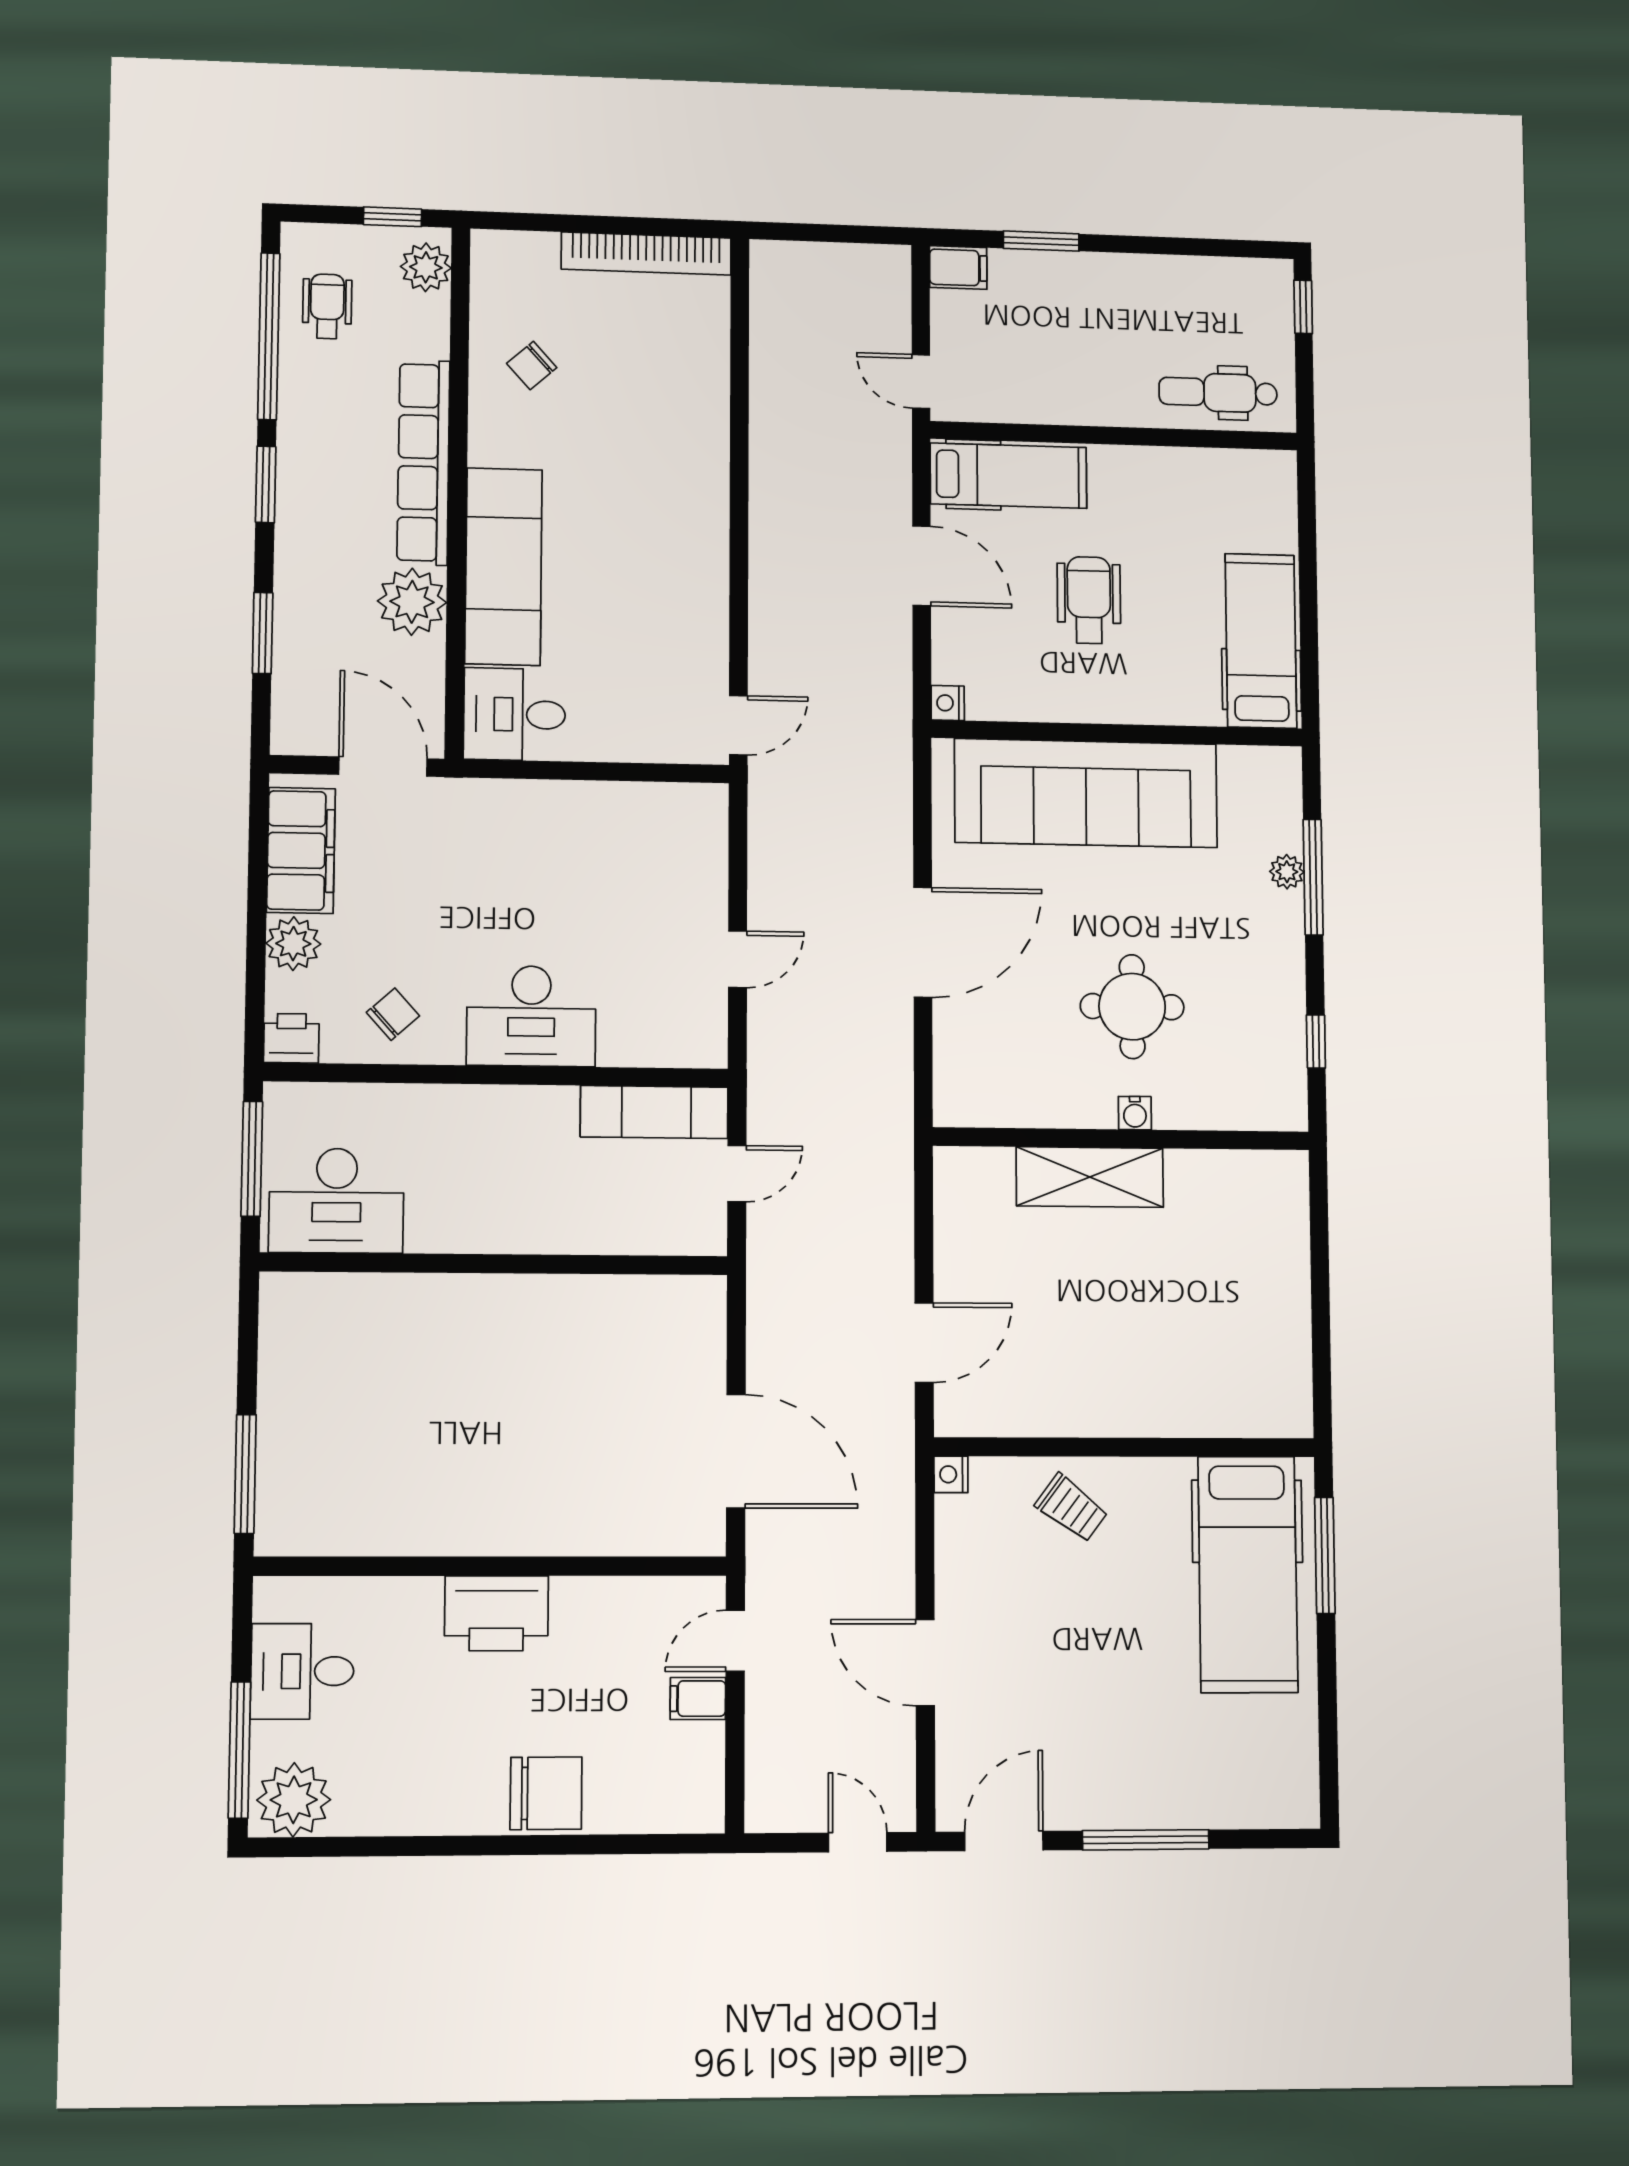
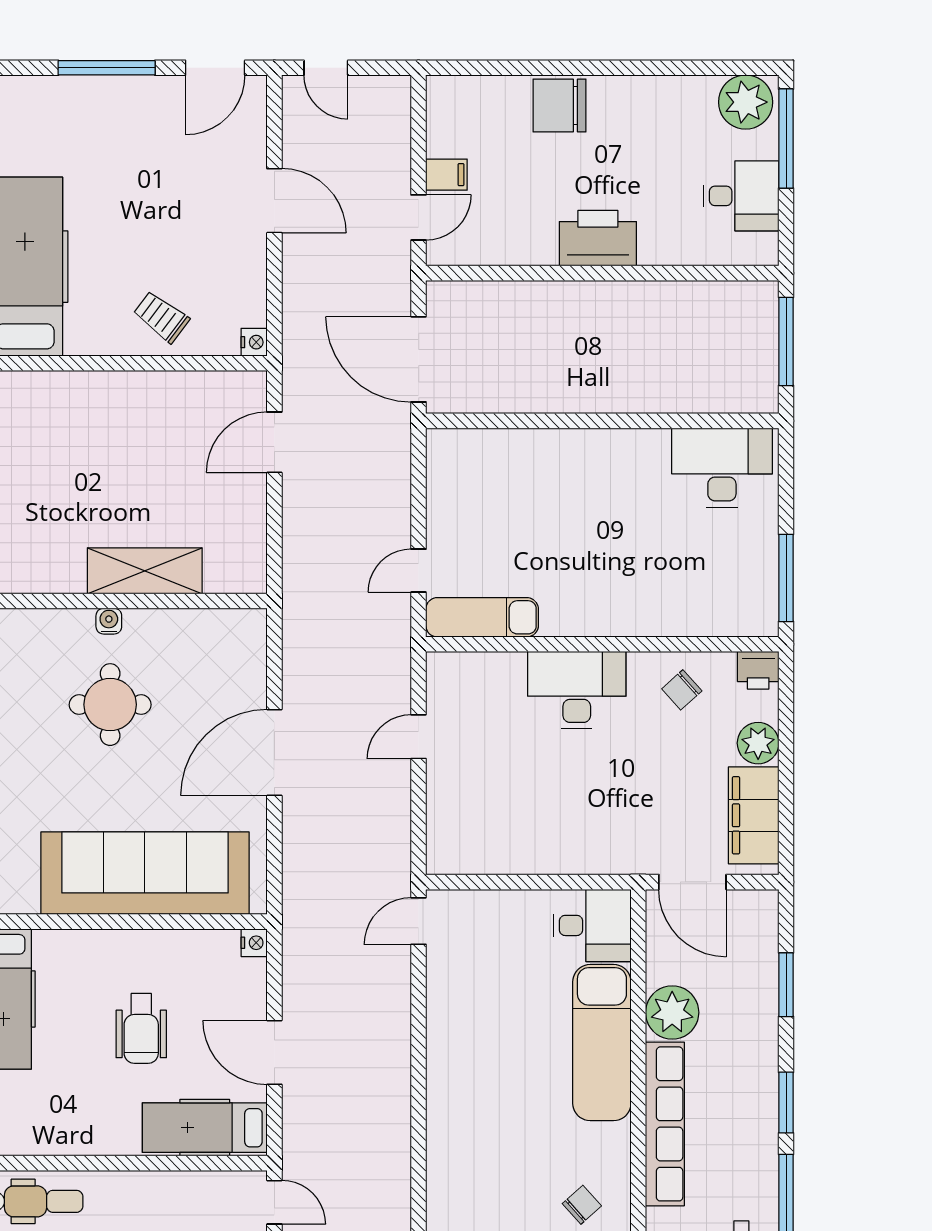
desk: (336, 1201) -> (722, 468), moved
wall: (495, 1264) -> (602, 421), moved

